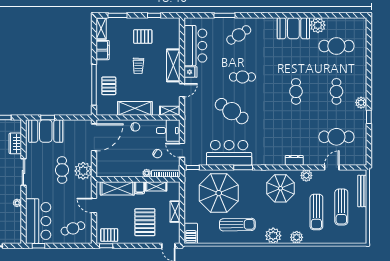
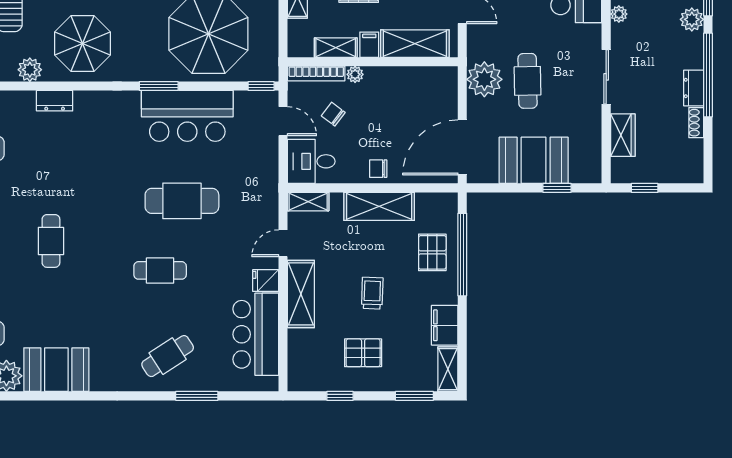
cafe table: (232, 111) -> (182, 201), turned -33
booth: (46, 131) -> (534, 160), moved

